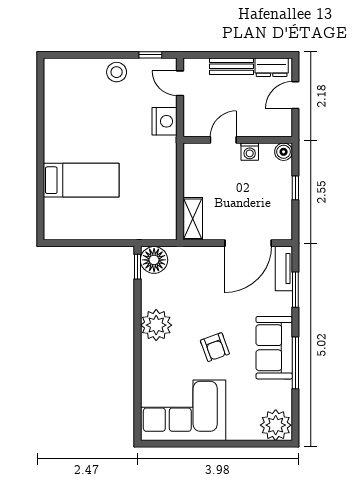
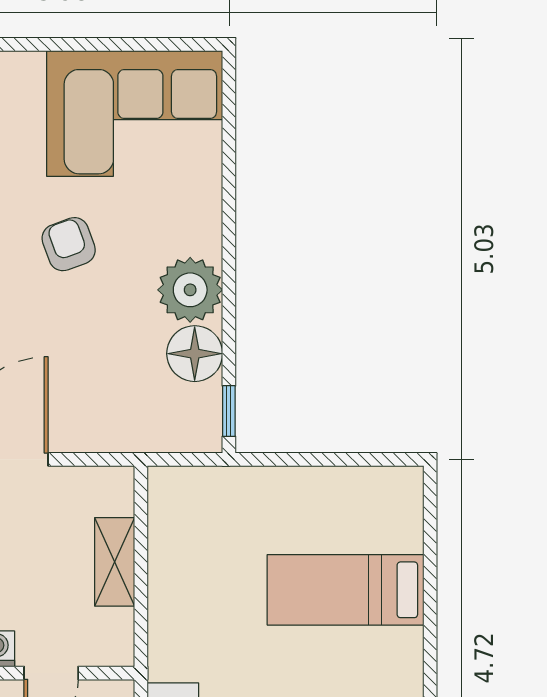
shelving: (193, 219) -> (115, 562), moved
floor lamp: (154, 260) -> (195, 354), moved

